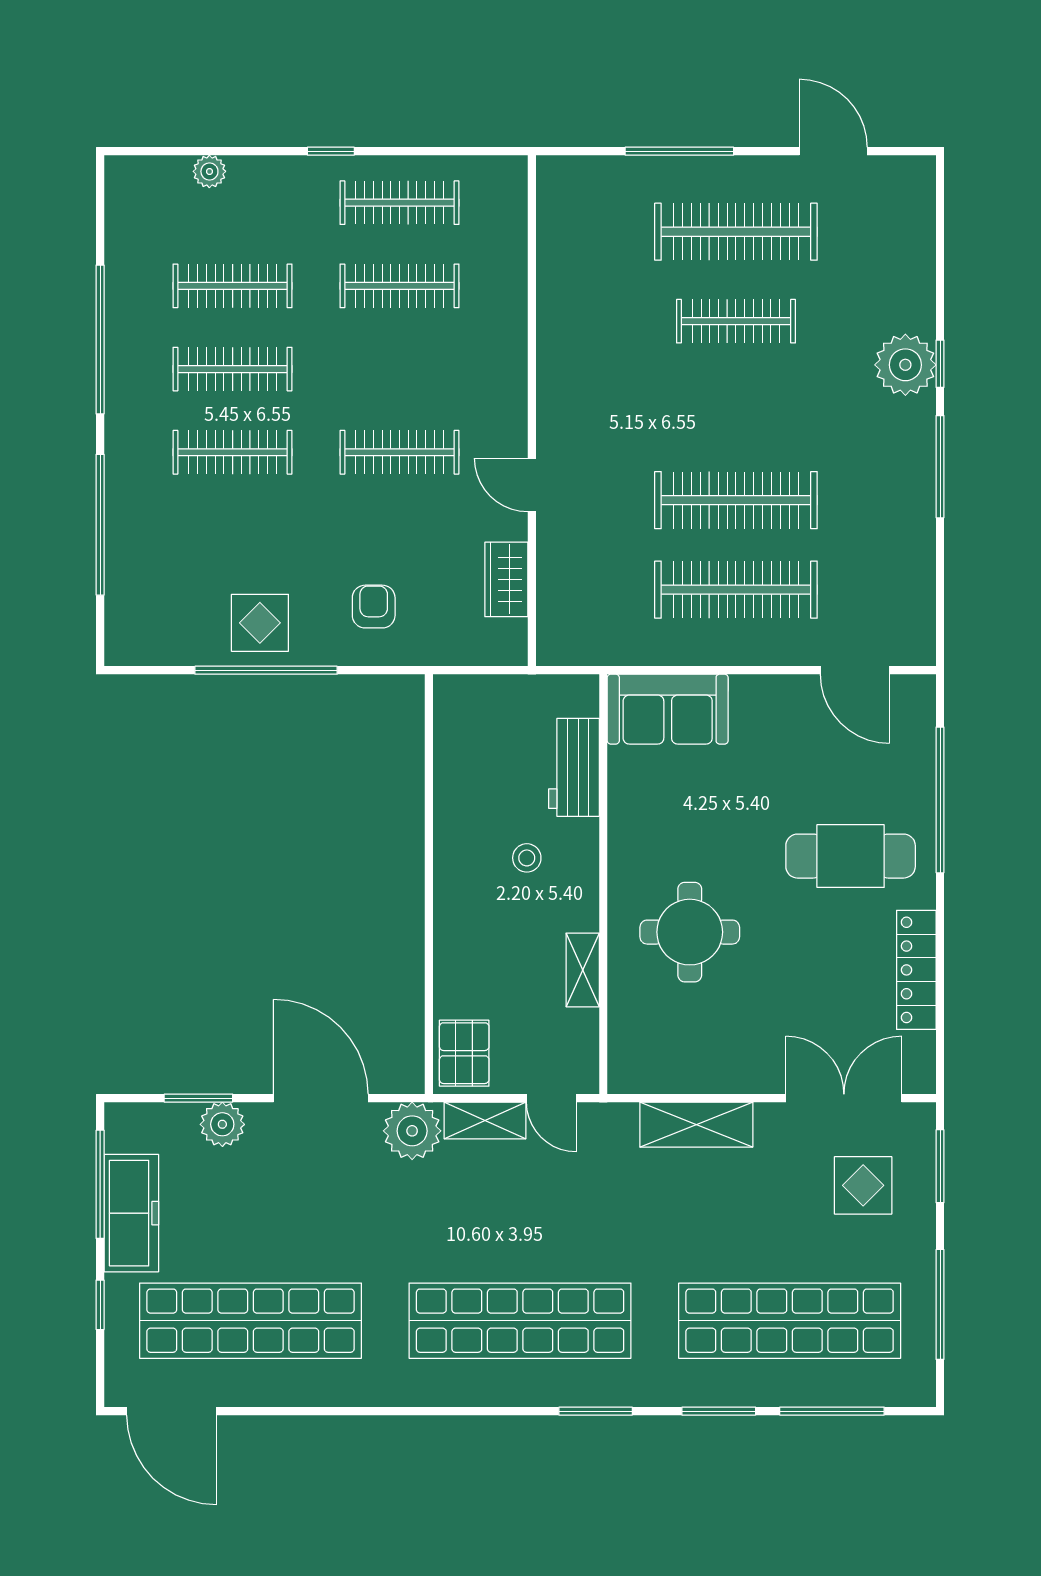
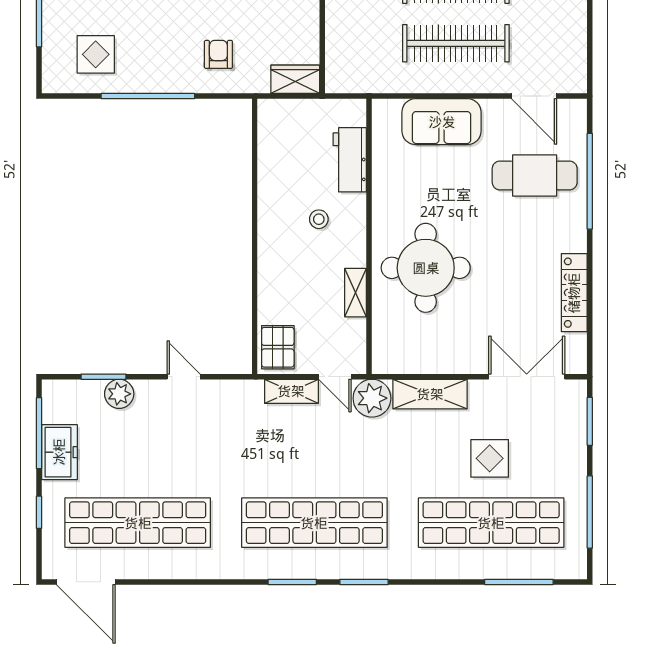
wardrobe: (506, 579) -> (295, 79), moved, turned 90
display table: (260, 623) -> (96, 54), moved
sofa: (668, 709) -> (442, 122), moved
cafe table: (851, 856) -> (535, 175), moved
round table: (690, 932) -> (426, 268), width x1.36, depth x1.36
door: (321, 1098) -> (184, 377), width x0.53
plant: (412, 1131) -> (372, 398), moved
display table: (863, 1185) -> (490, 458), moved
freezer: (131, 1213) -> (59, 452), width x0.71
window: (719, 1411) -> (292, 582), moved

